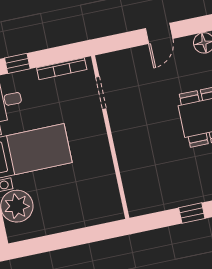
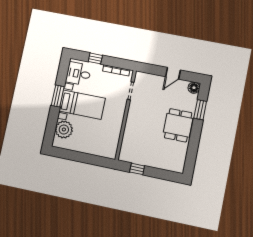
window: (192, 213) -> (137, 169), moved

